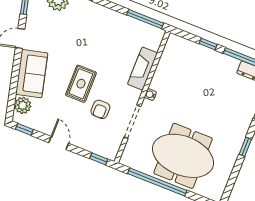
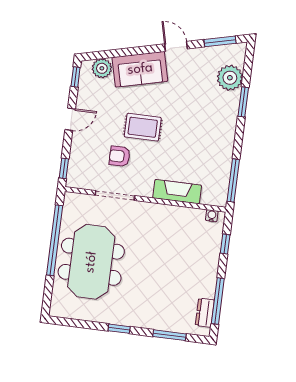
window: (208, 44) -> (225, 244), moved
water cooler: (150, 95) -> (212, 216), moved

